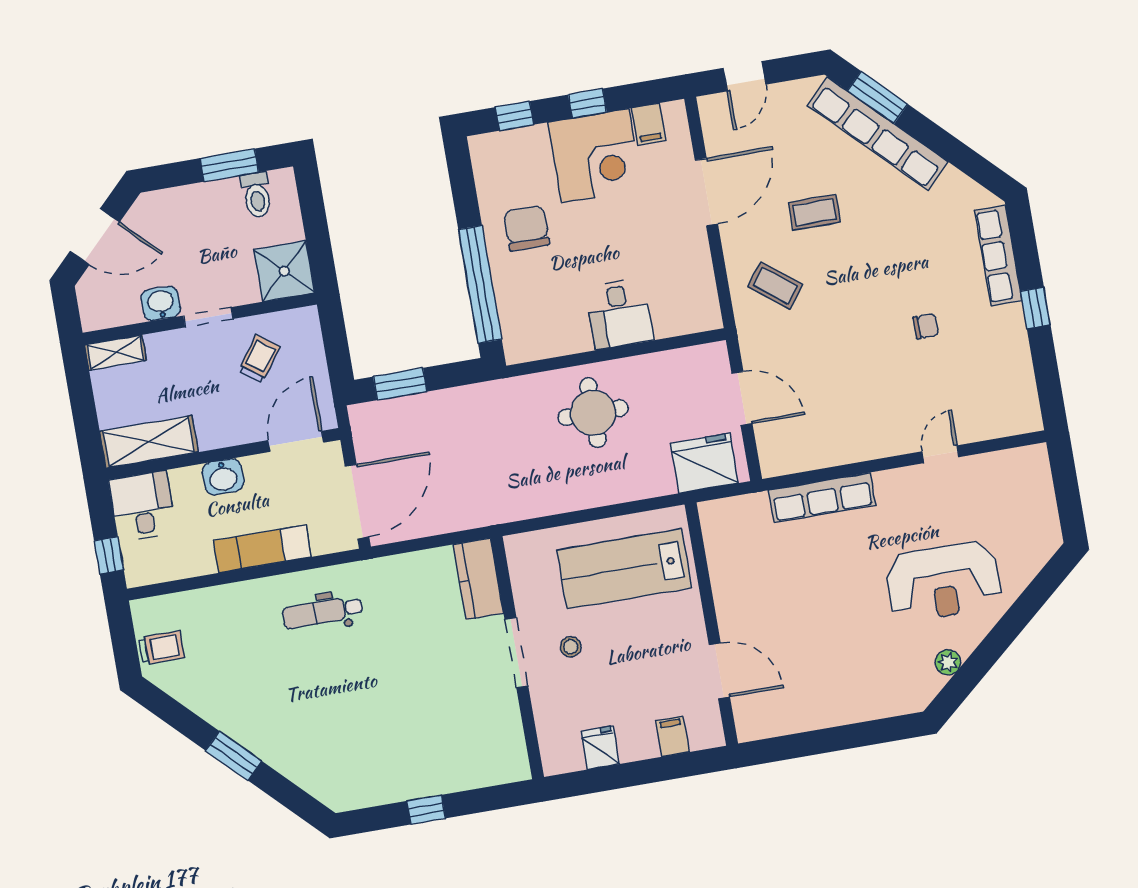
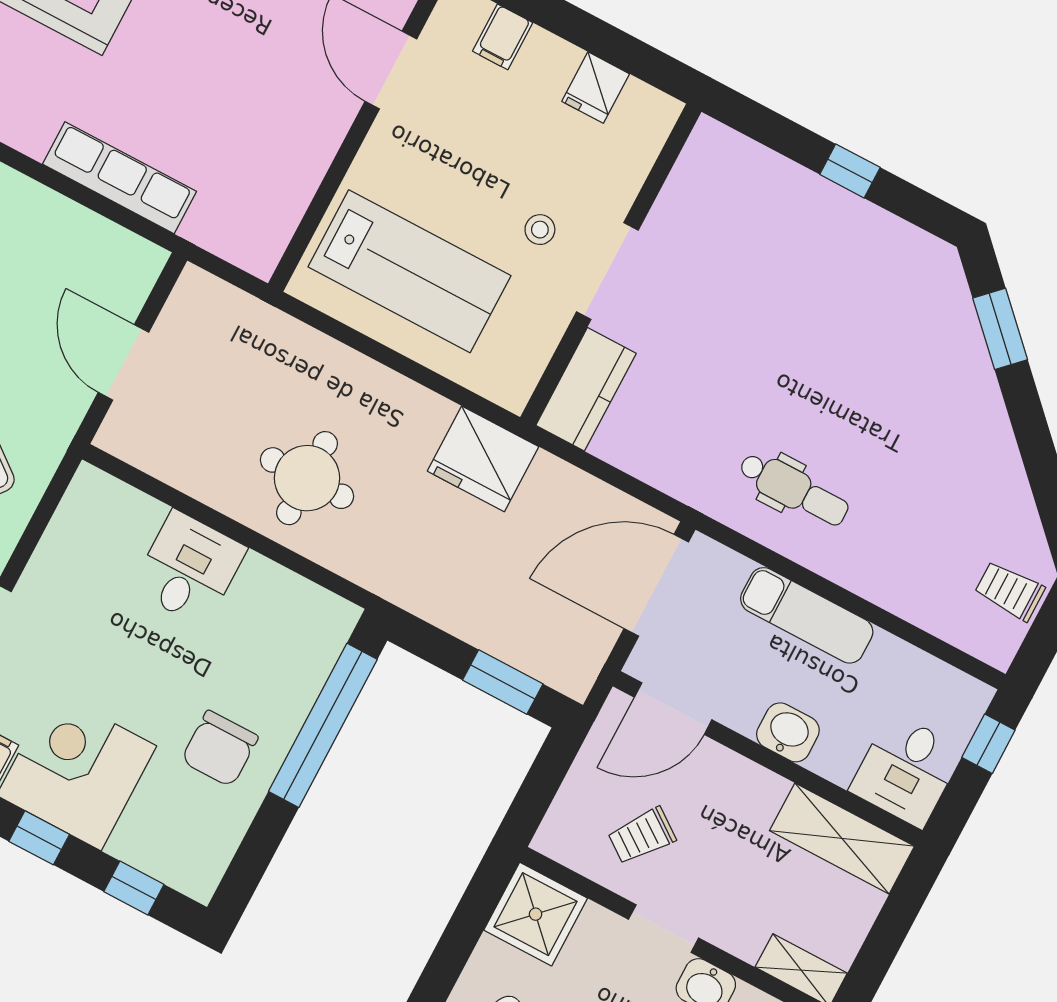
fridge: (704, 463) -> (483, 459), moved
window: (234, 756) -> (1000, 329), moved

